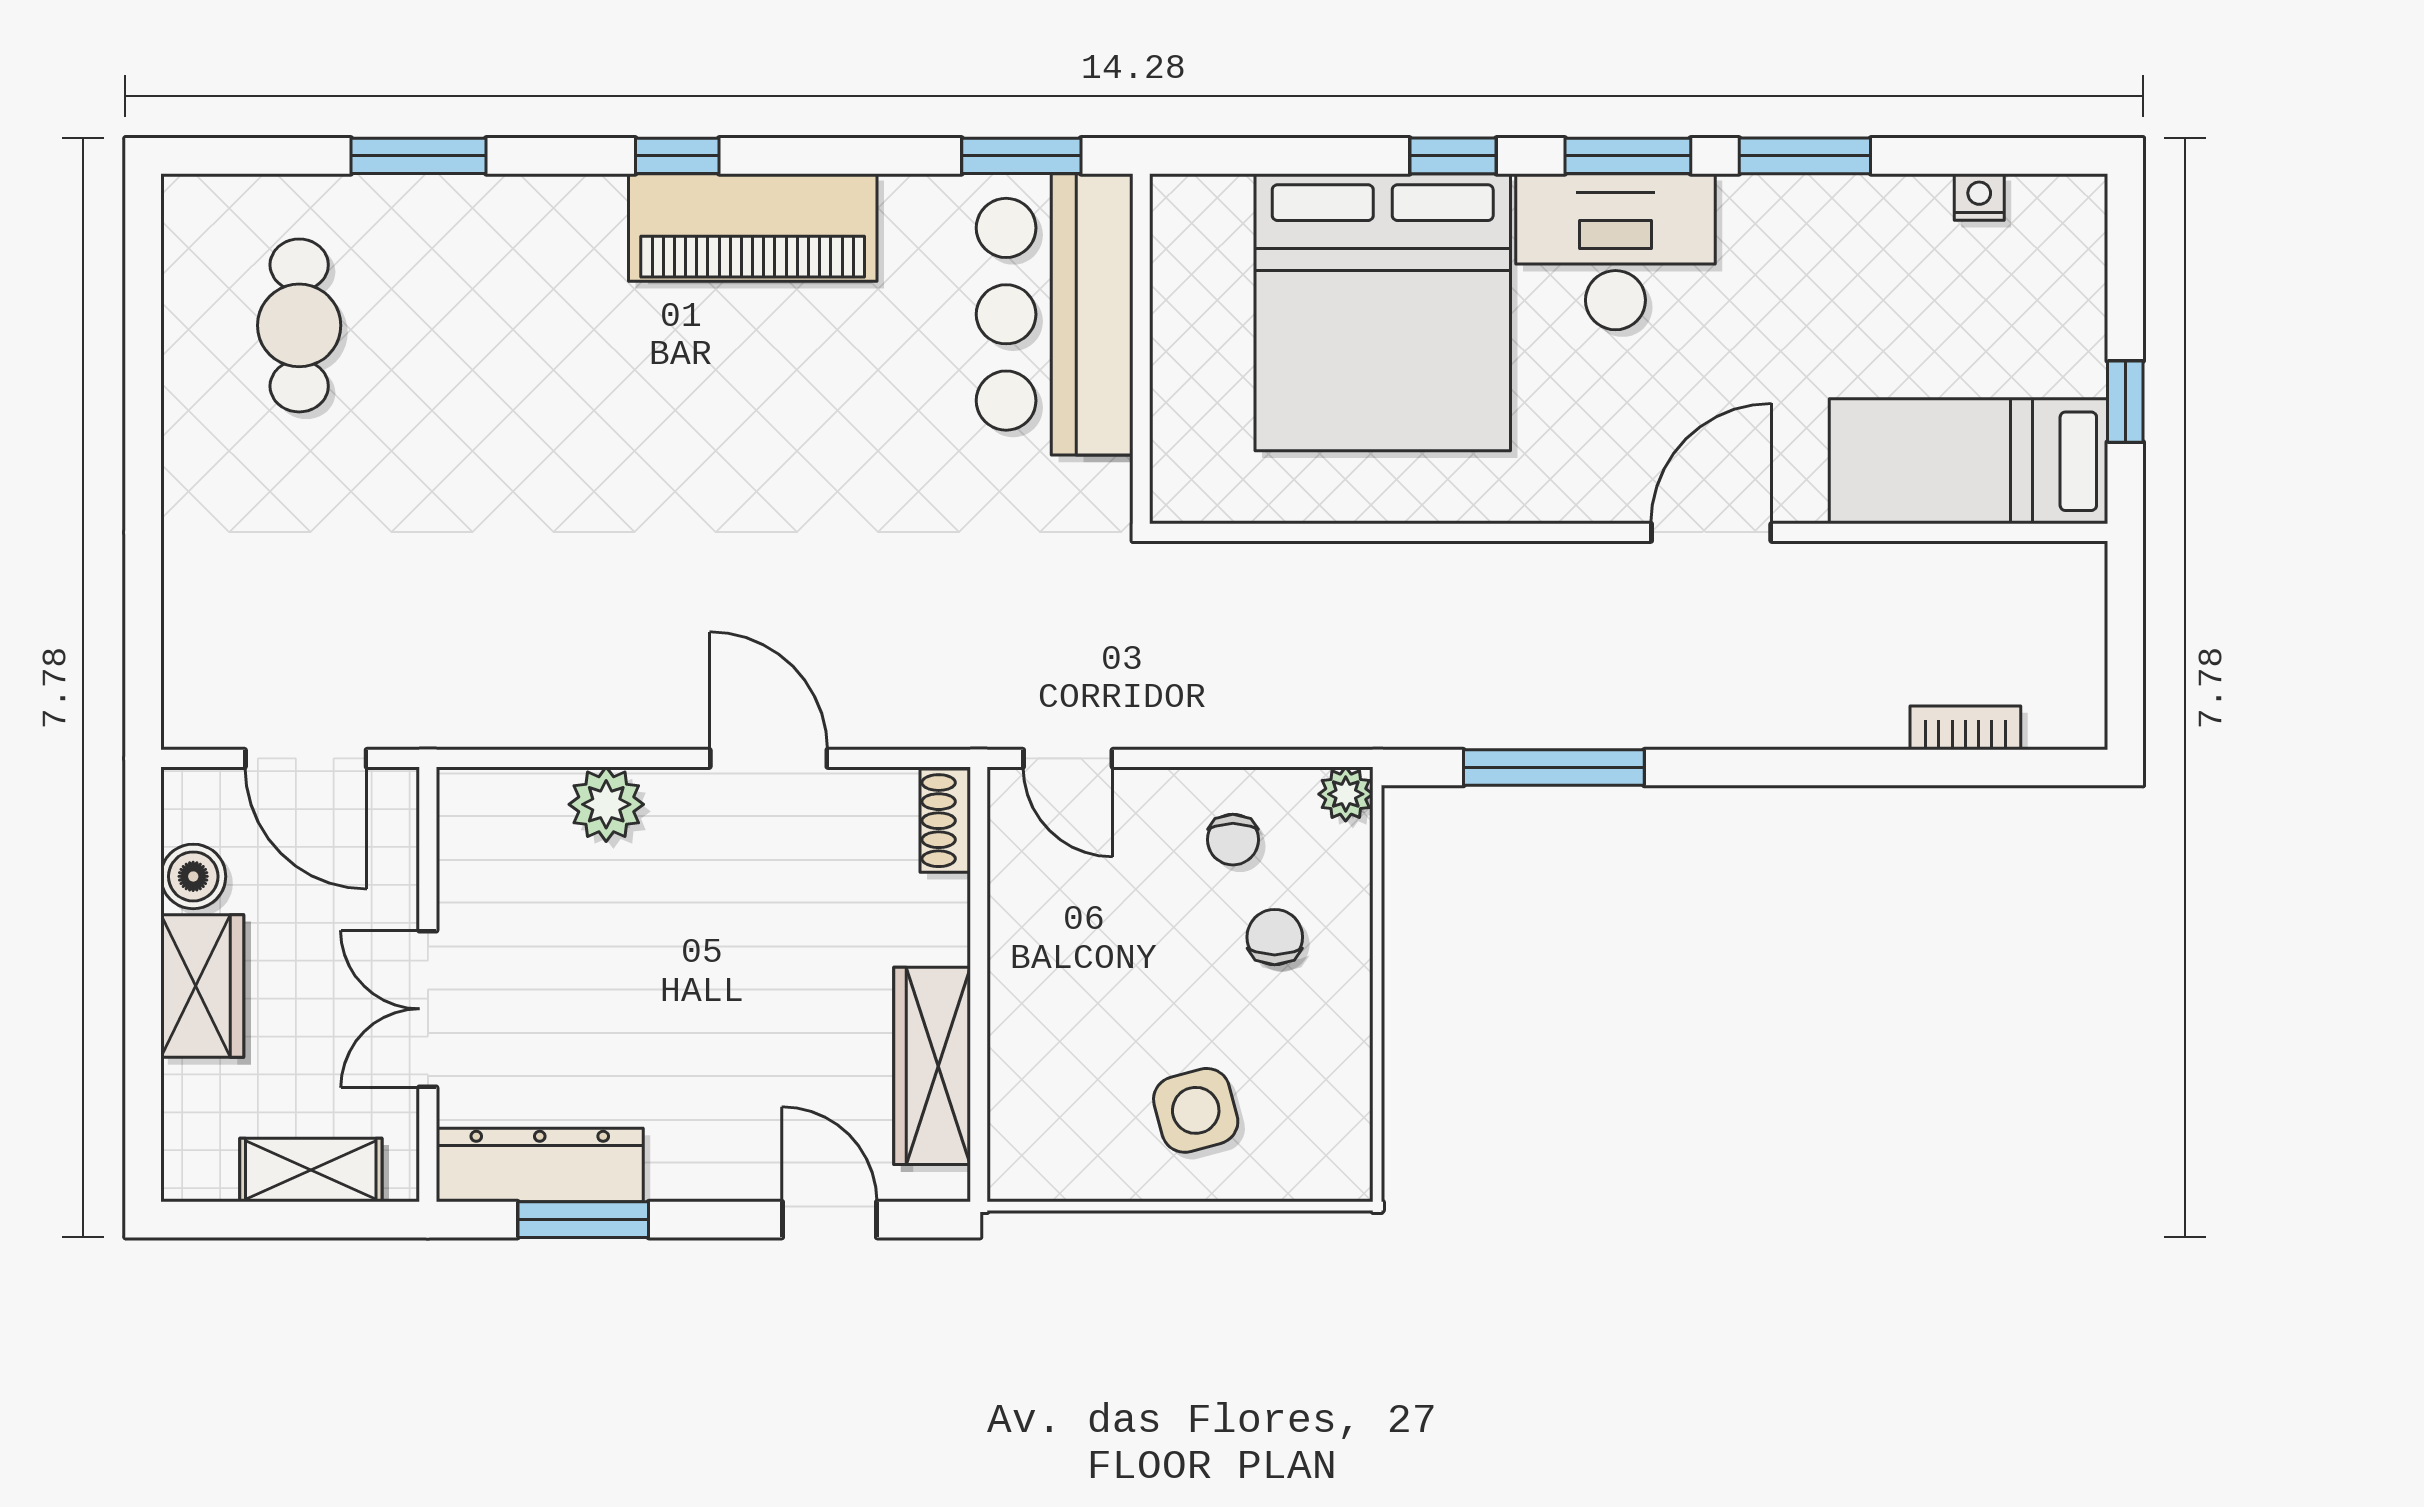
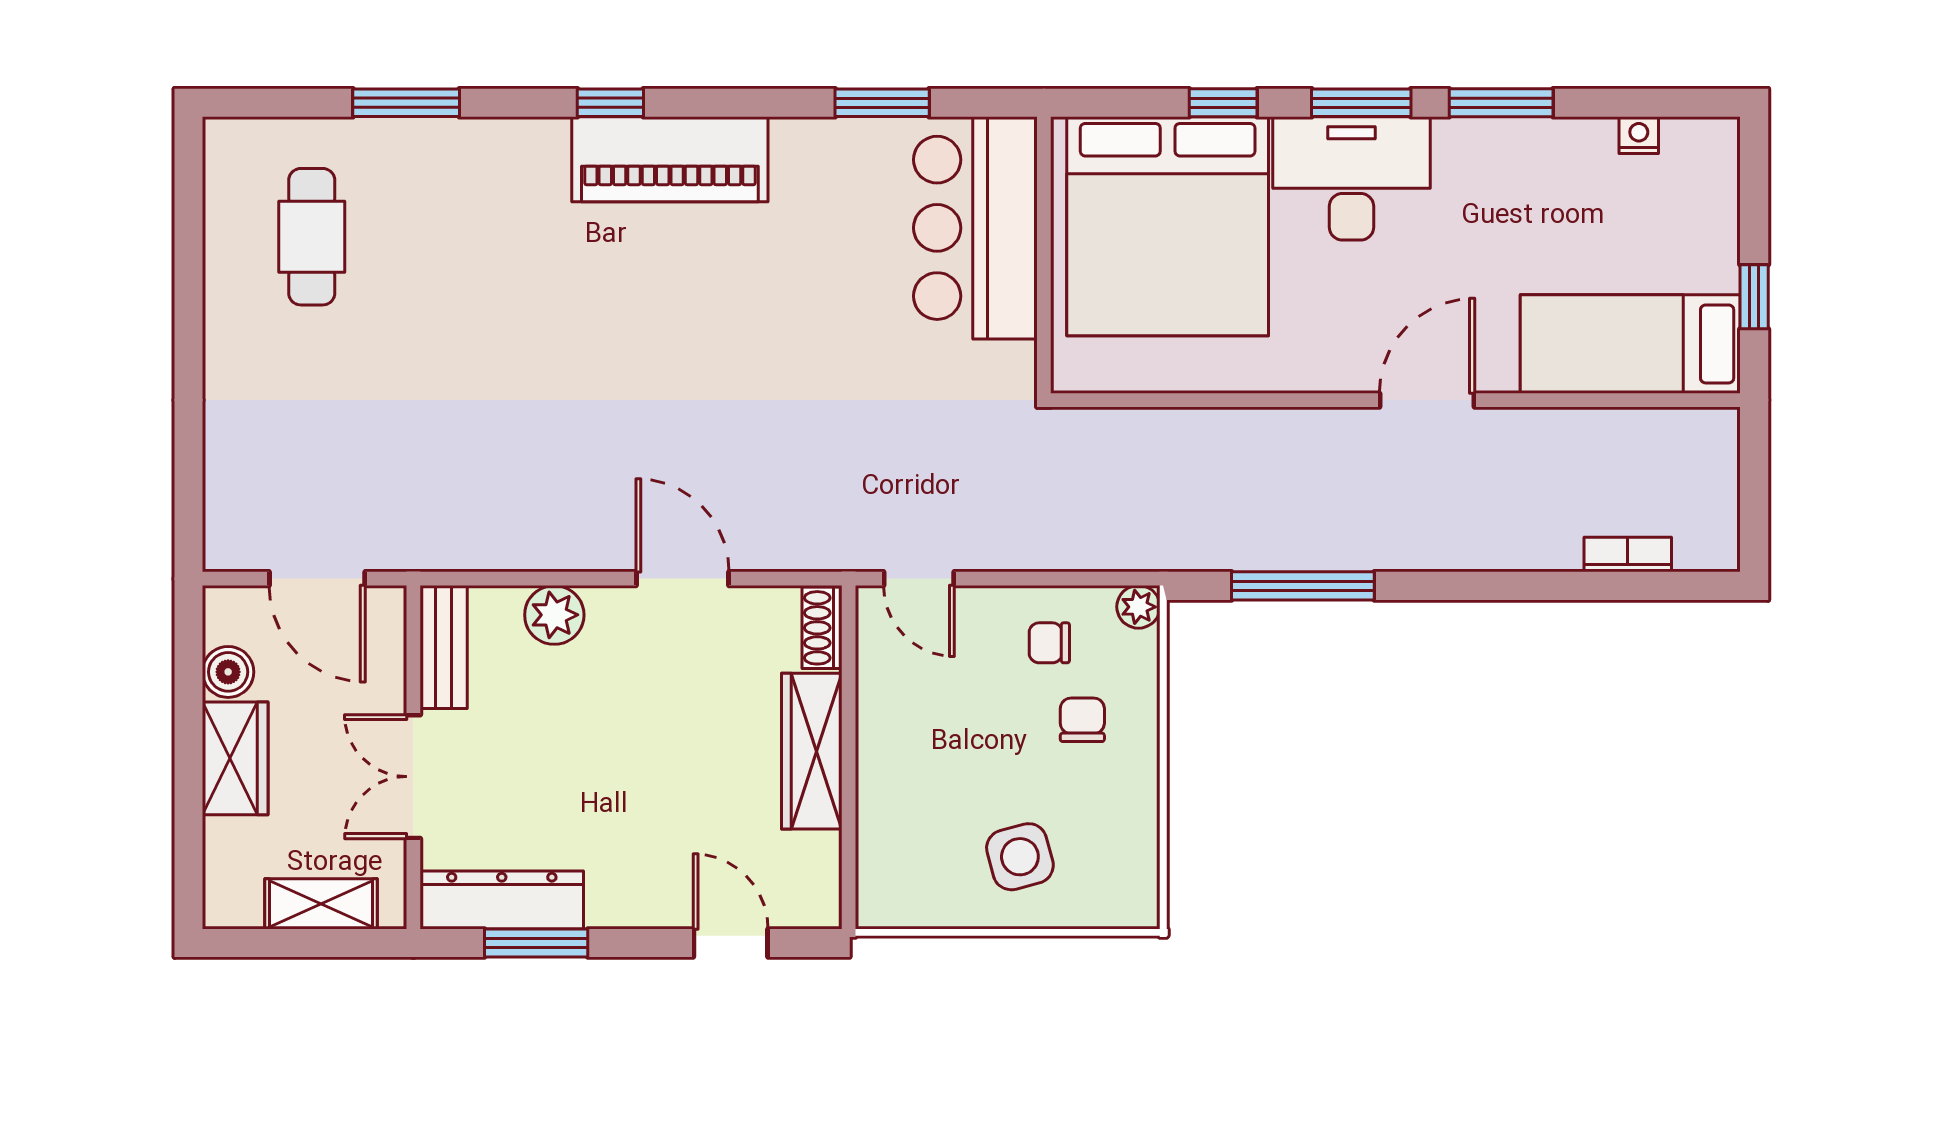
bar counter: (1055, 314) -> (975, 228), moved
wall: (1141, 349) -> (1044, 255), moved
chair: (1233, 840) -> (1049, 643), turned 90
bench: (466, 845) -> (444, 647), added
wardrobe: (932, 1066) -> (812, 751), moved

